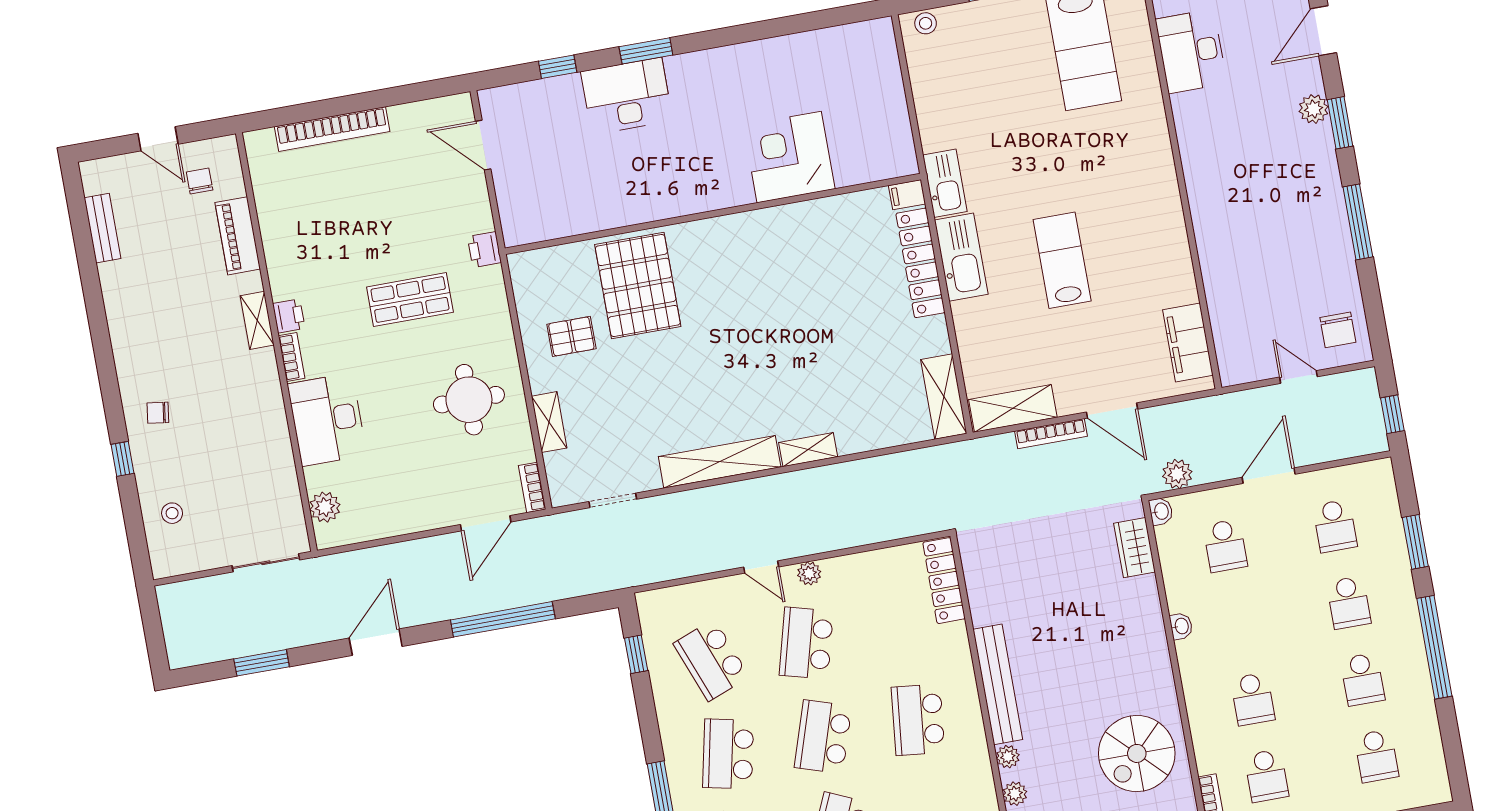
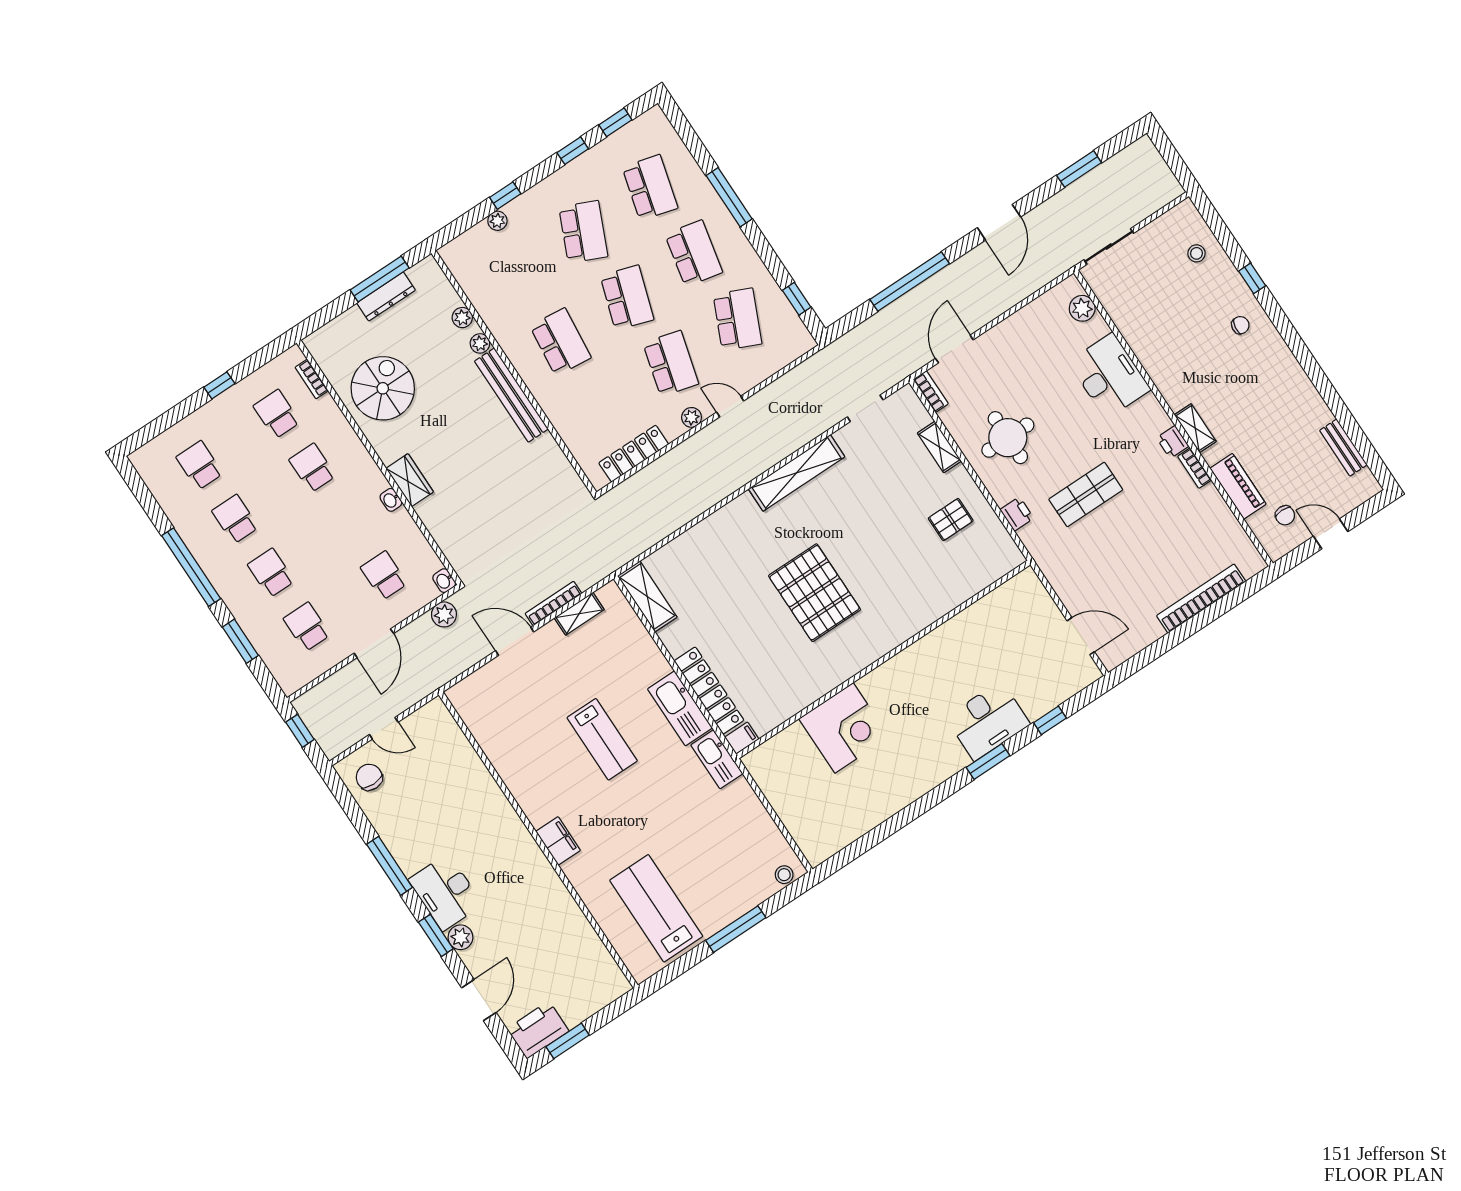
desk: (1191, 51) -> (445, 892), moved, turned 180
printer: (484, 250) -> (1017, 514), moved
pallet: (638, 285) -> (814, 593), moved
filing cabinet: (1188, 342) -> (558, 841), moved, width x0.67, depth x0.86
bookcase: (292, 357) -> (1194, 468), moved
shelving: (1013, 408) -> (579, 614), width x0.67, depth x0.75
shelving: (808, 450) -> (733, 511), removed
wardrobe: (1134, 548) -> (410, 480), moved
locker: (944, 581) -> (634, 454), moved, turned -90
school desk: (711, 660) -> (737, 319), turned 45

